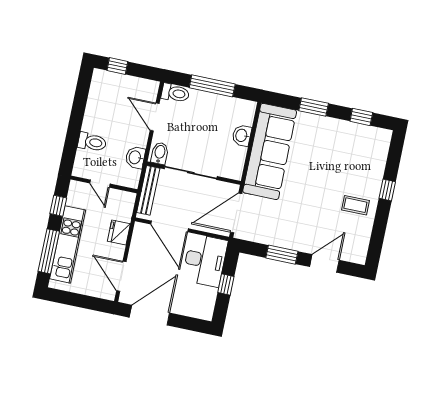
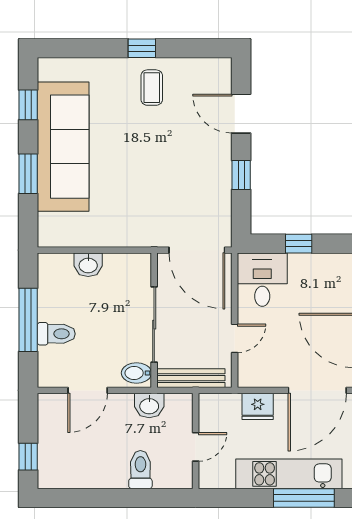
toilet: (175, 93) -> (56, 334), moved, turned 90
sofa: (270, 151) -> (63, 147), moved, turned 90
window: (387, 190) -> (142, 48), moved
window: (58, 206) -> (238, 498), removed
door: (169, 226) -> (235, 338), width x0.53
window: (282, 255) -> (241, 175), width x0.67
desk: (205, 260) -> (262, 280), width x0.73
door: (121, 276) -> (317, 390), width x1.36

